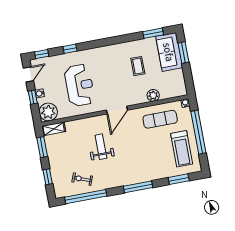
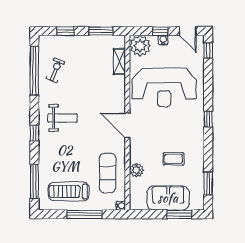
window: (70, 49) -> (208, 119), moved
sofa: (169, 52) -> (168, 198), moved
reception desk: (80, 85) -> (164, 88), width x1.36, depth x1.30
shelving: (54, 129) -> (119, 61), moved
window: (198, 132) -> (85, 214), width x0.68
weight bench: (101, 147) -> (62, 118), moved
window: (179, 179) -> (34, 181), width x1.44
window: (138, 187) -> (34, 133), width x0.46

